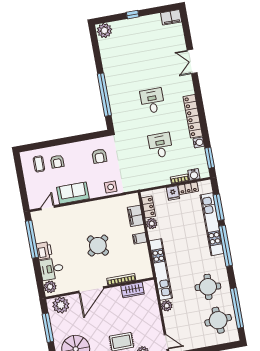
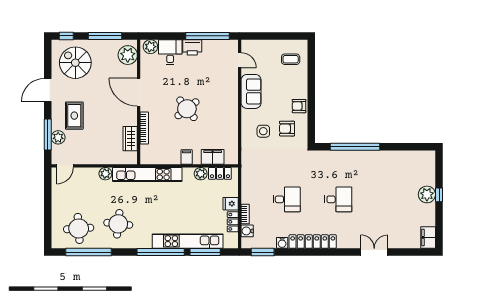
plant: (104, 31) -> (427, 194), moved
armchair: (57, 162) -> (299, 106), moved
side table: (111, 187) -> (263, 131), moved

